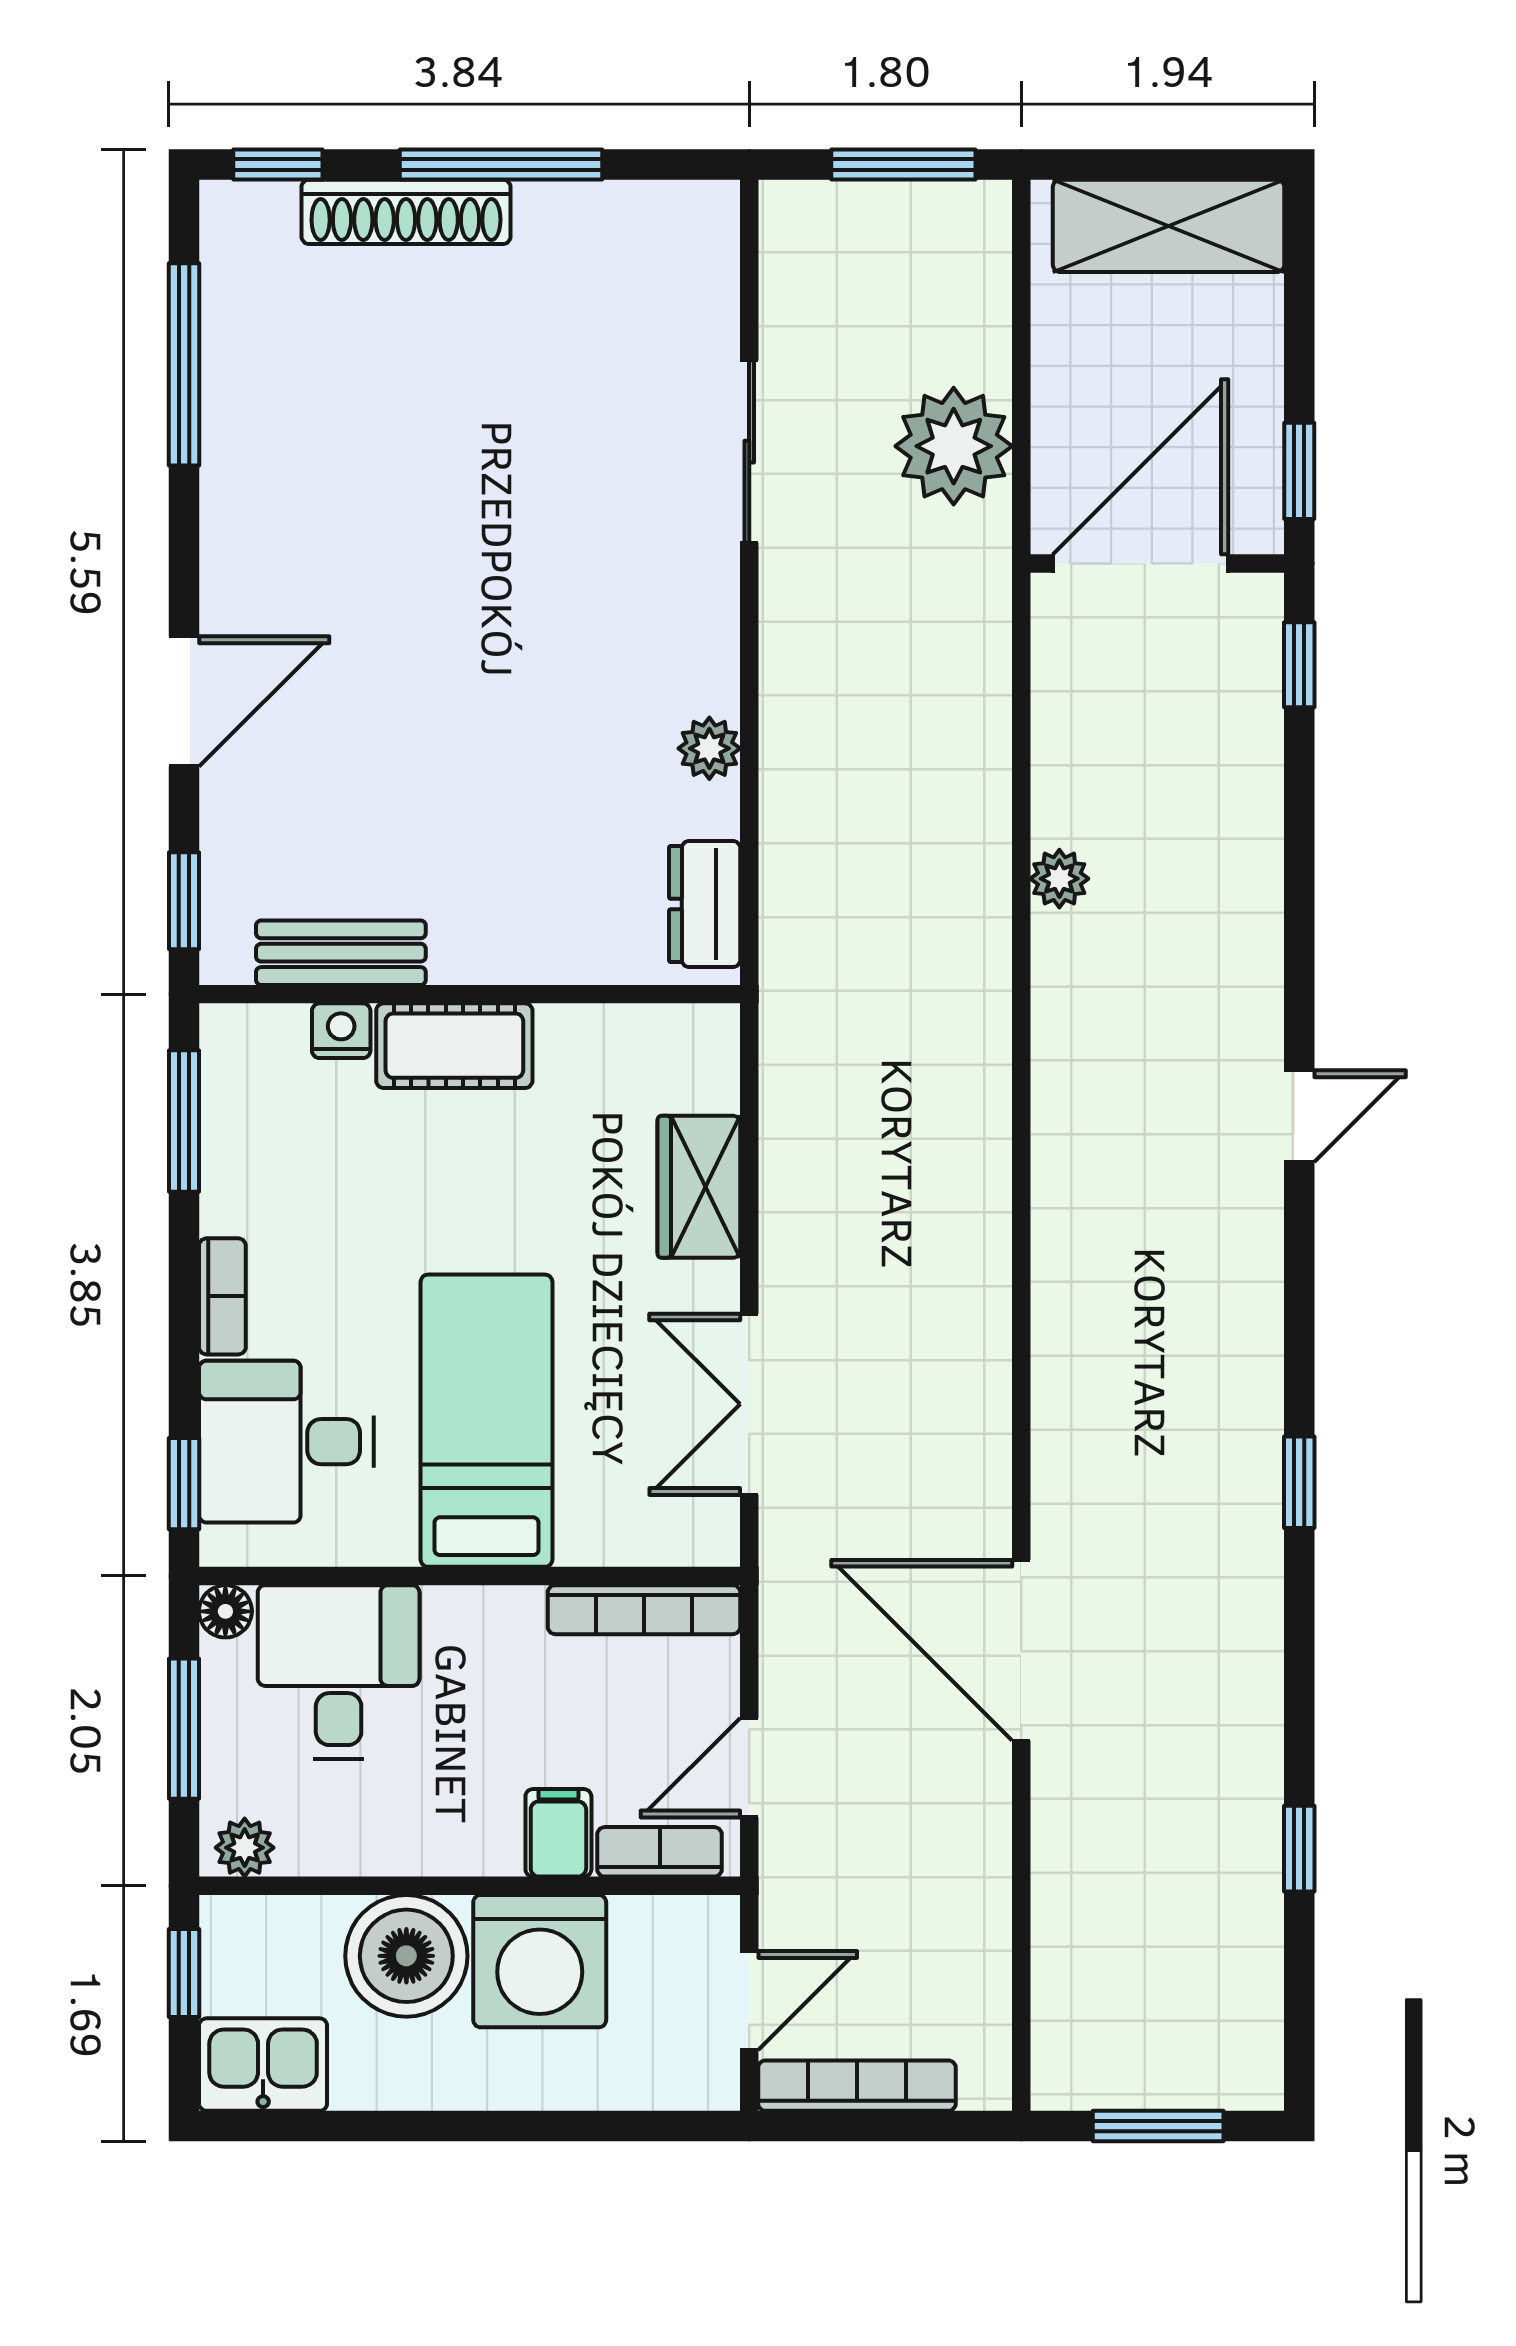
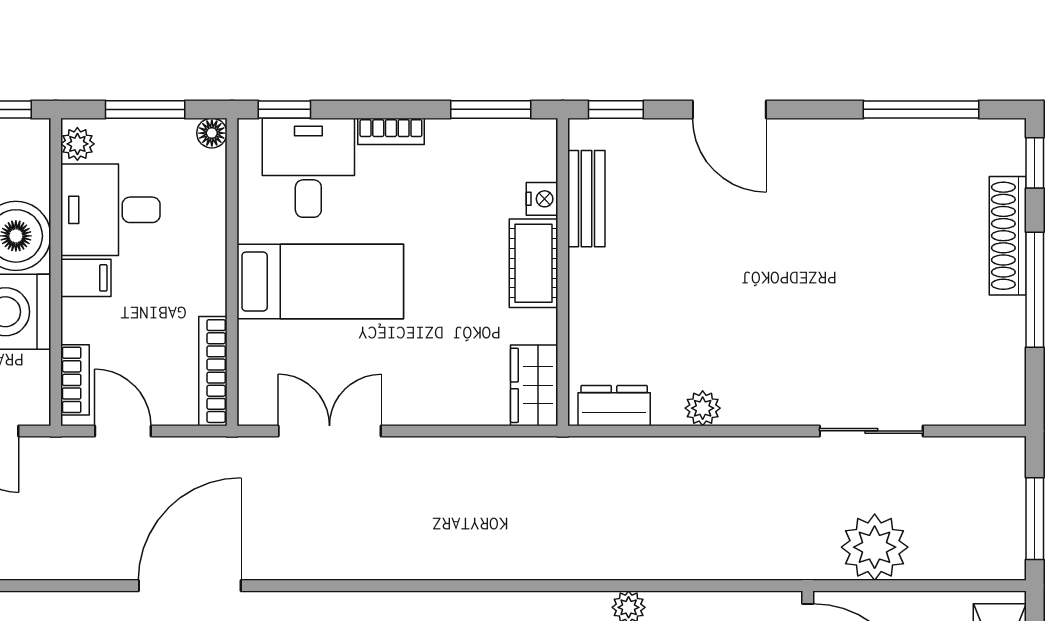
wardrobe: (699, 1187) -> (534, 385), moved, turned -90
desk: (339, 1672) -> (110, 210), moved, turned 180
filing cabinet: (558, 1833) -> (86, 278), moved

